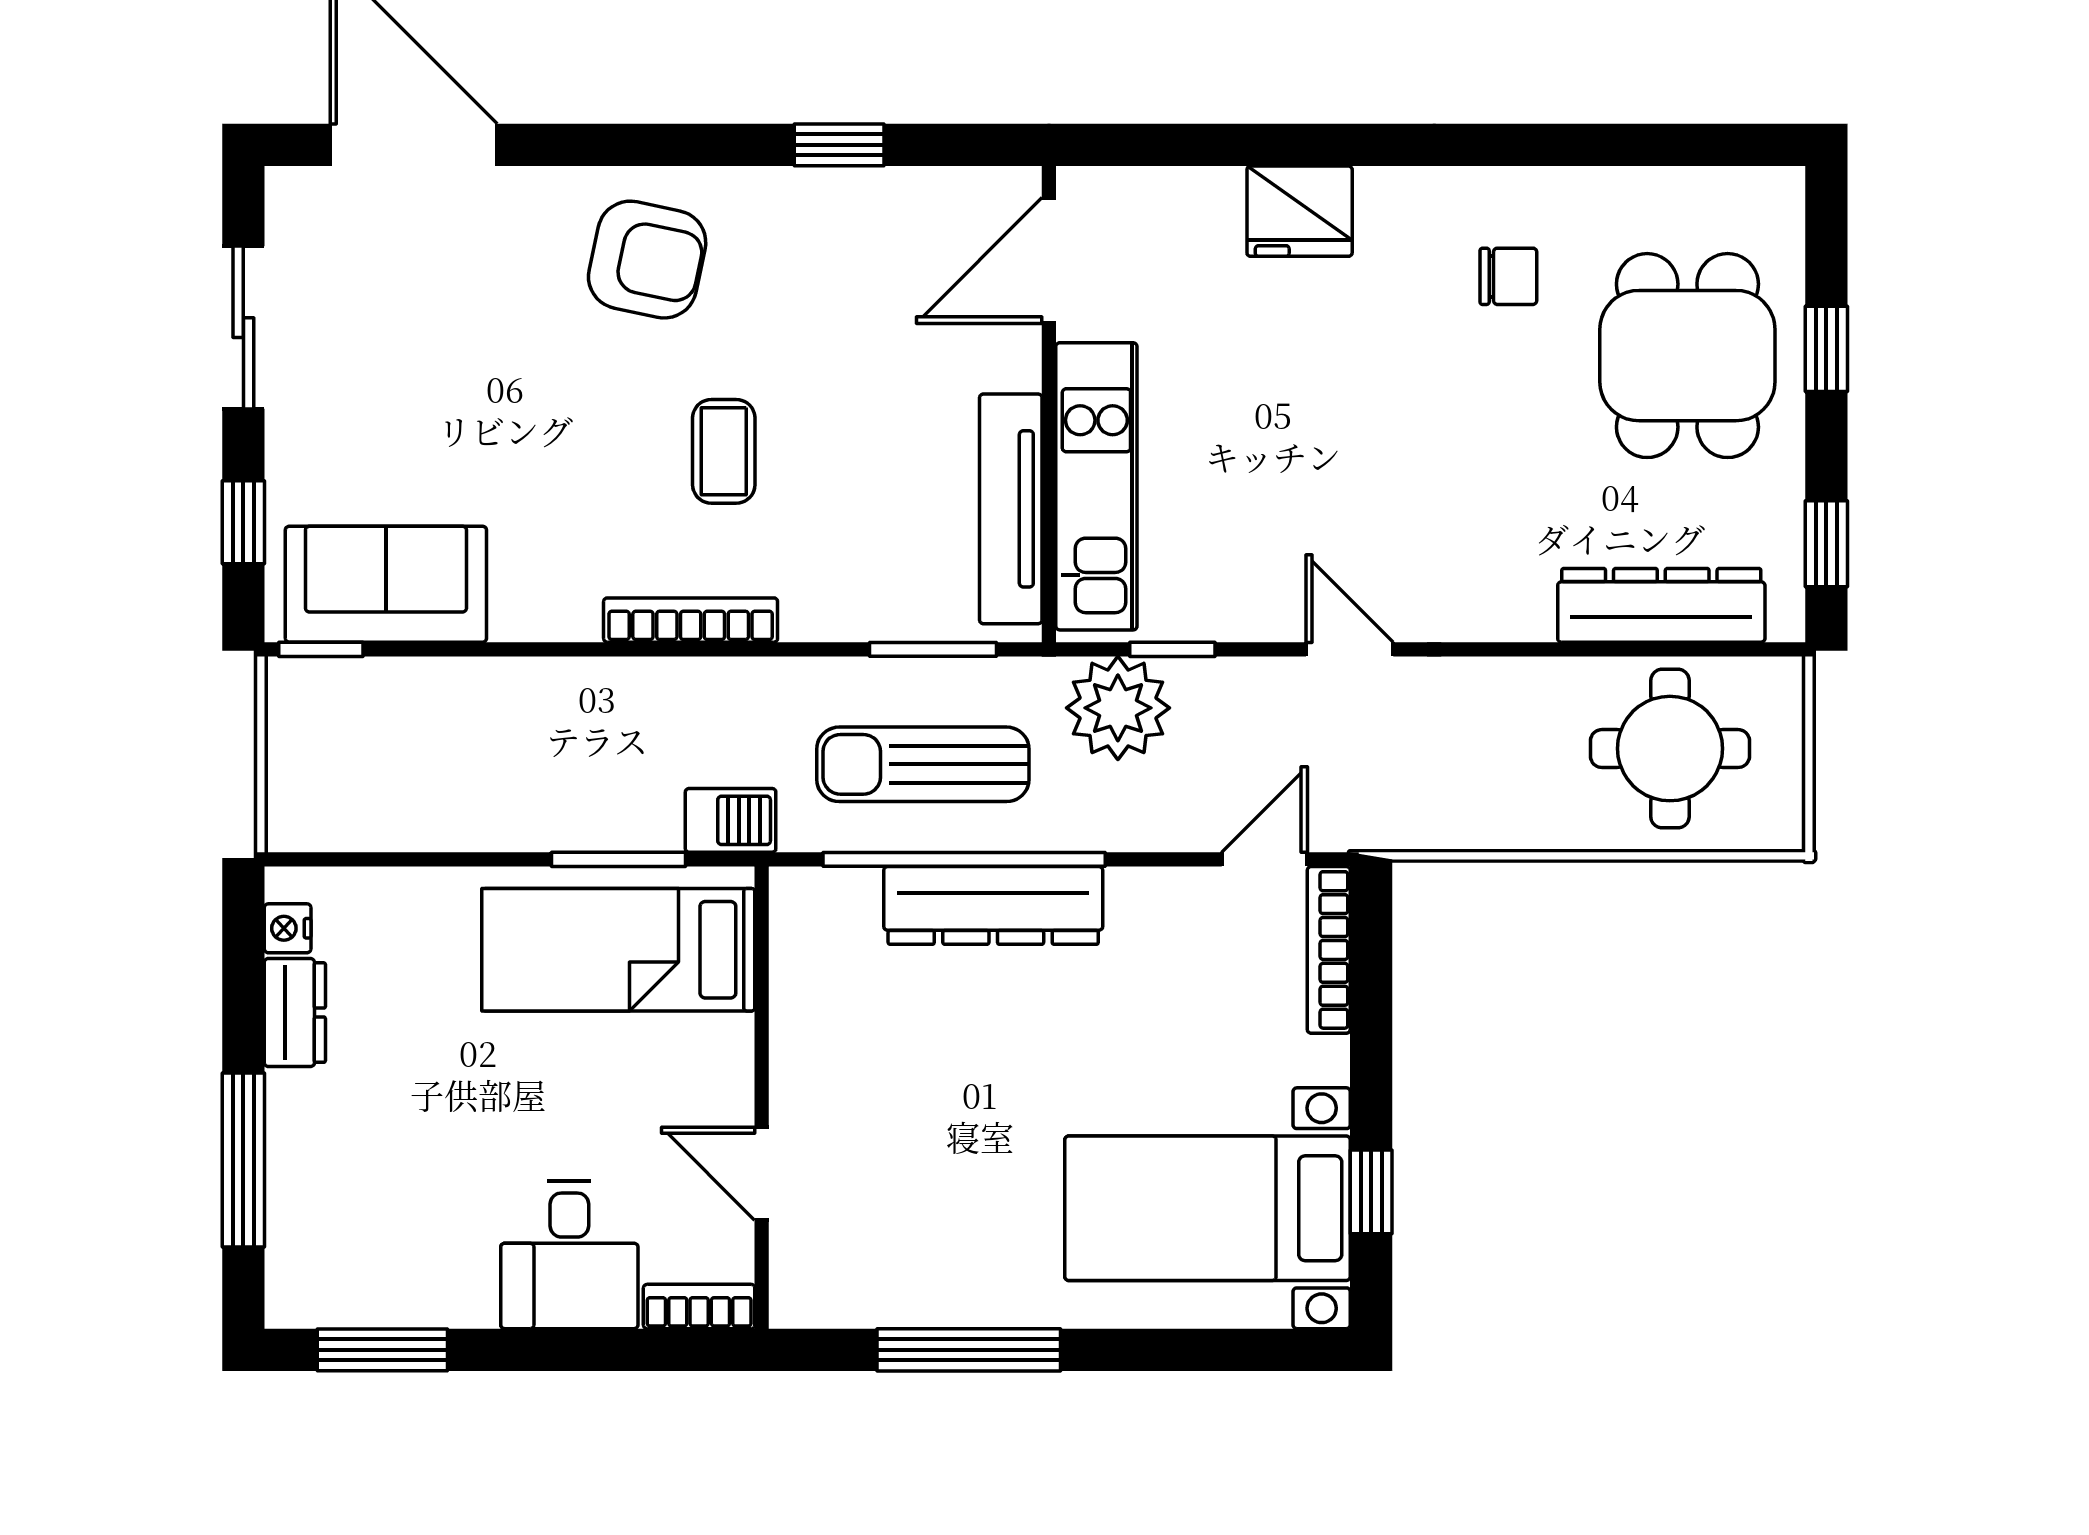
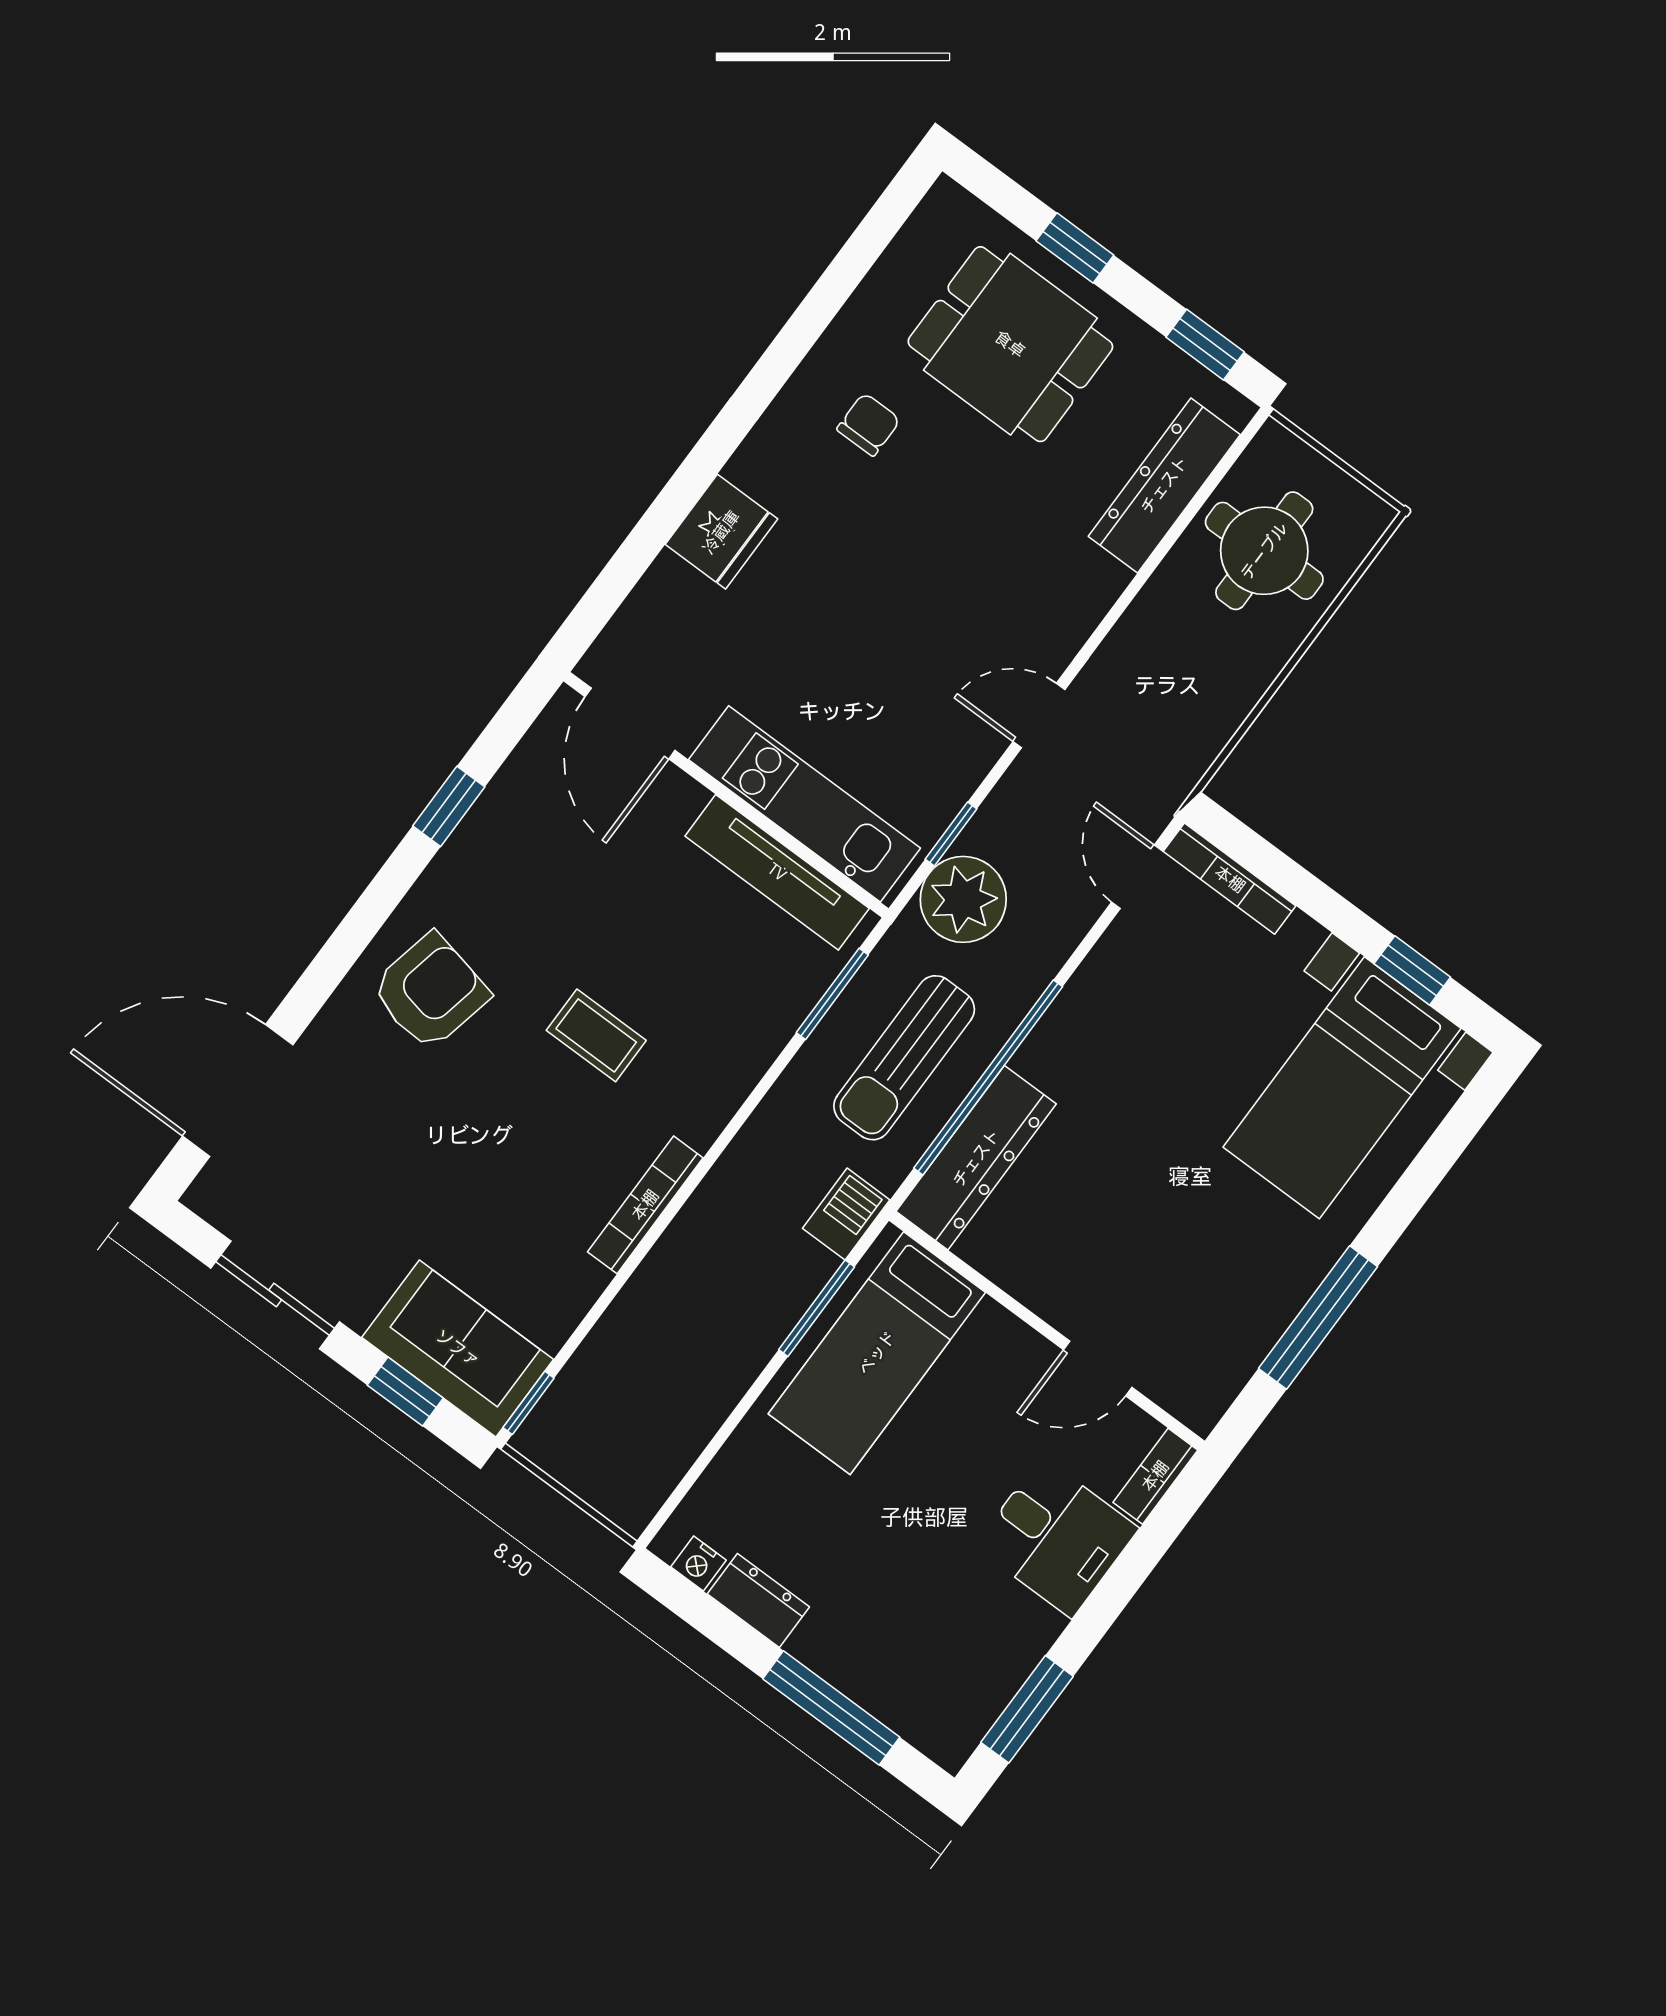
sofa: (386, 584) -> (458, 1348), moved, turned 90
bookcase: (691, 620) -> (645, 1205), moved
dresser: (993, 905) -> (976, 1158), moved

